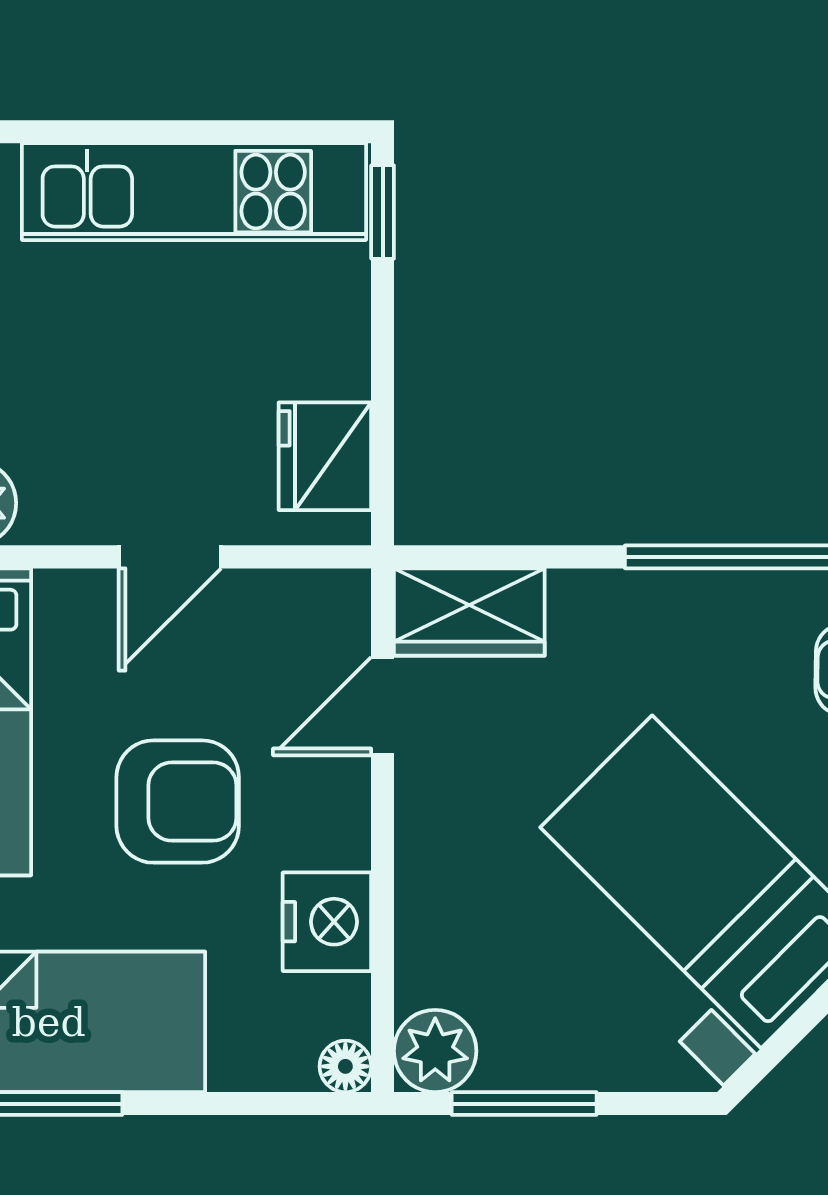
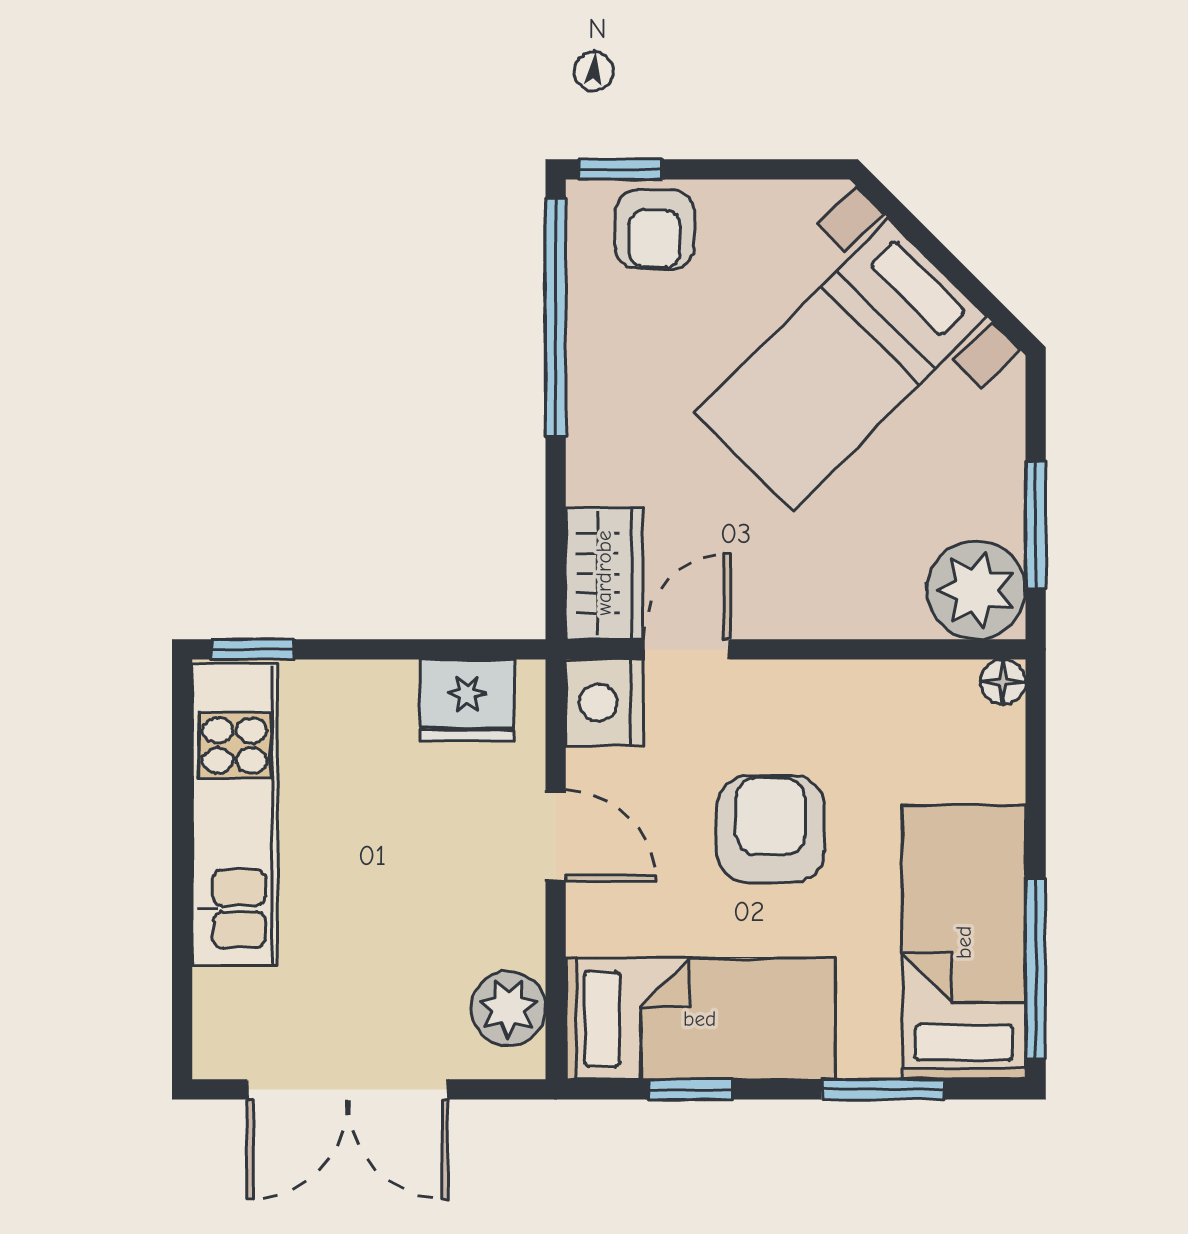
door: (383, 706) -> (687, 649), swing flipped
nightstand: (327, 922) -> (604, 703), moved, turned -90
plant: (435, 1051) -> (976, 590), width x1.36, depth x1.36

